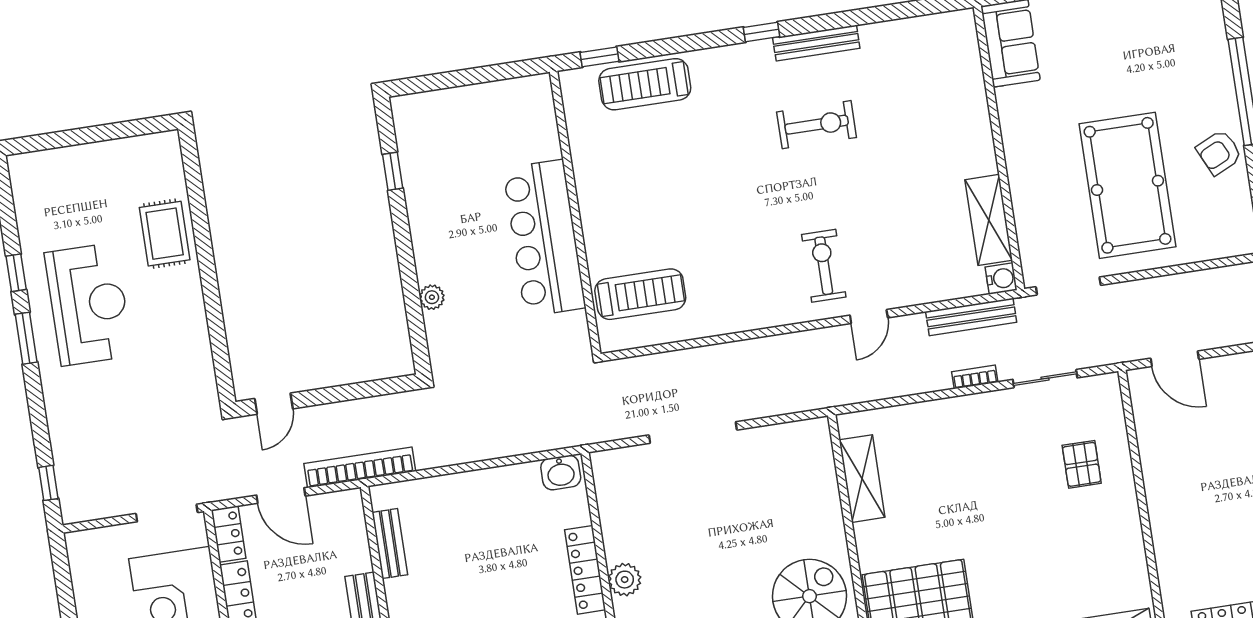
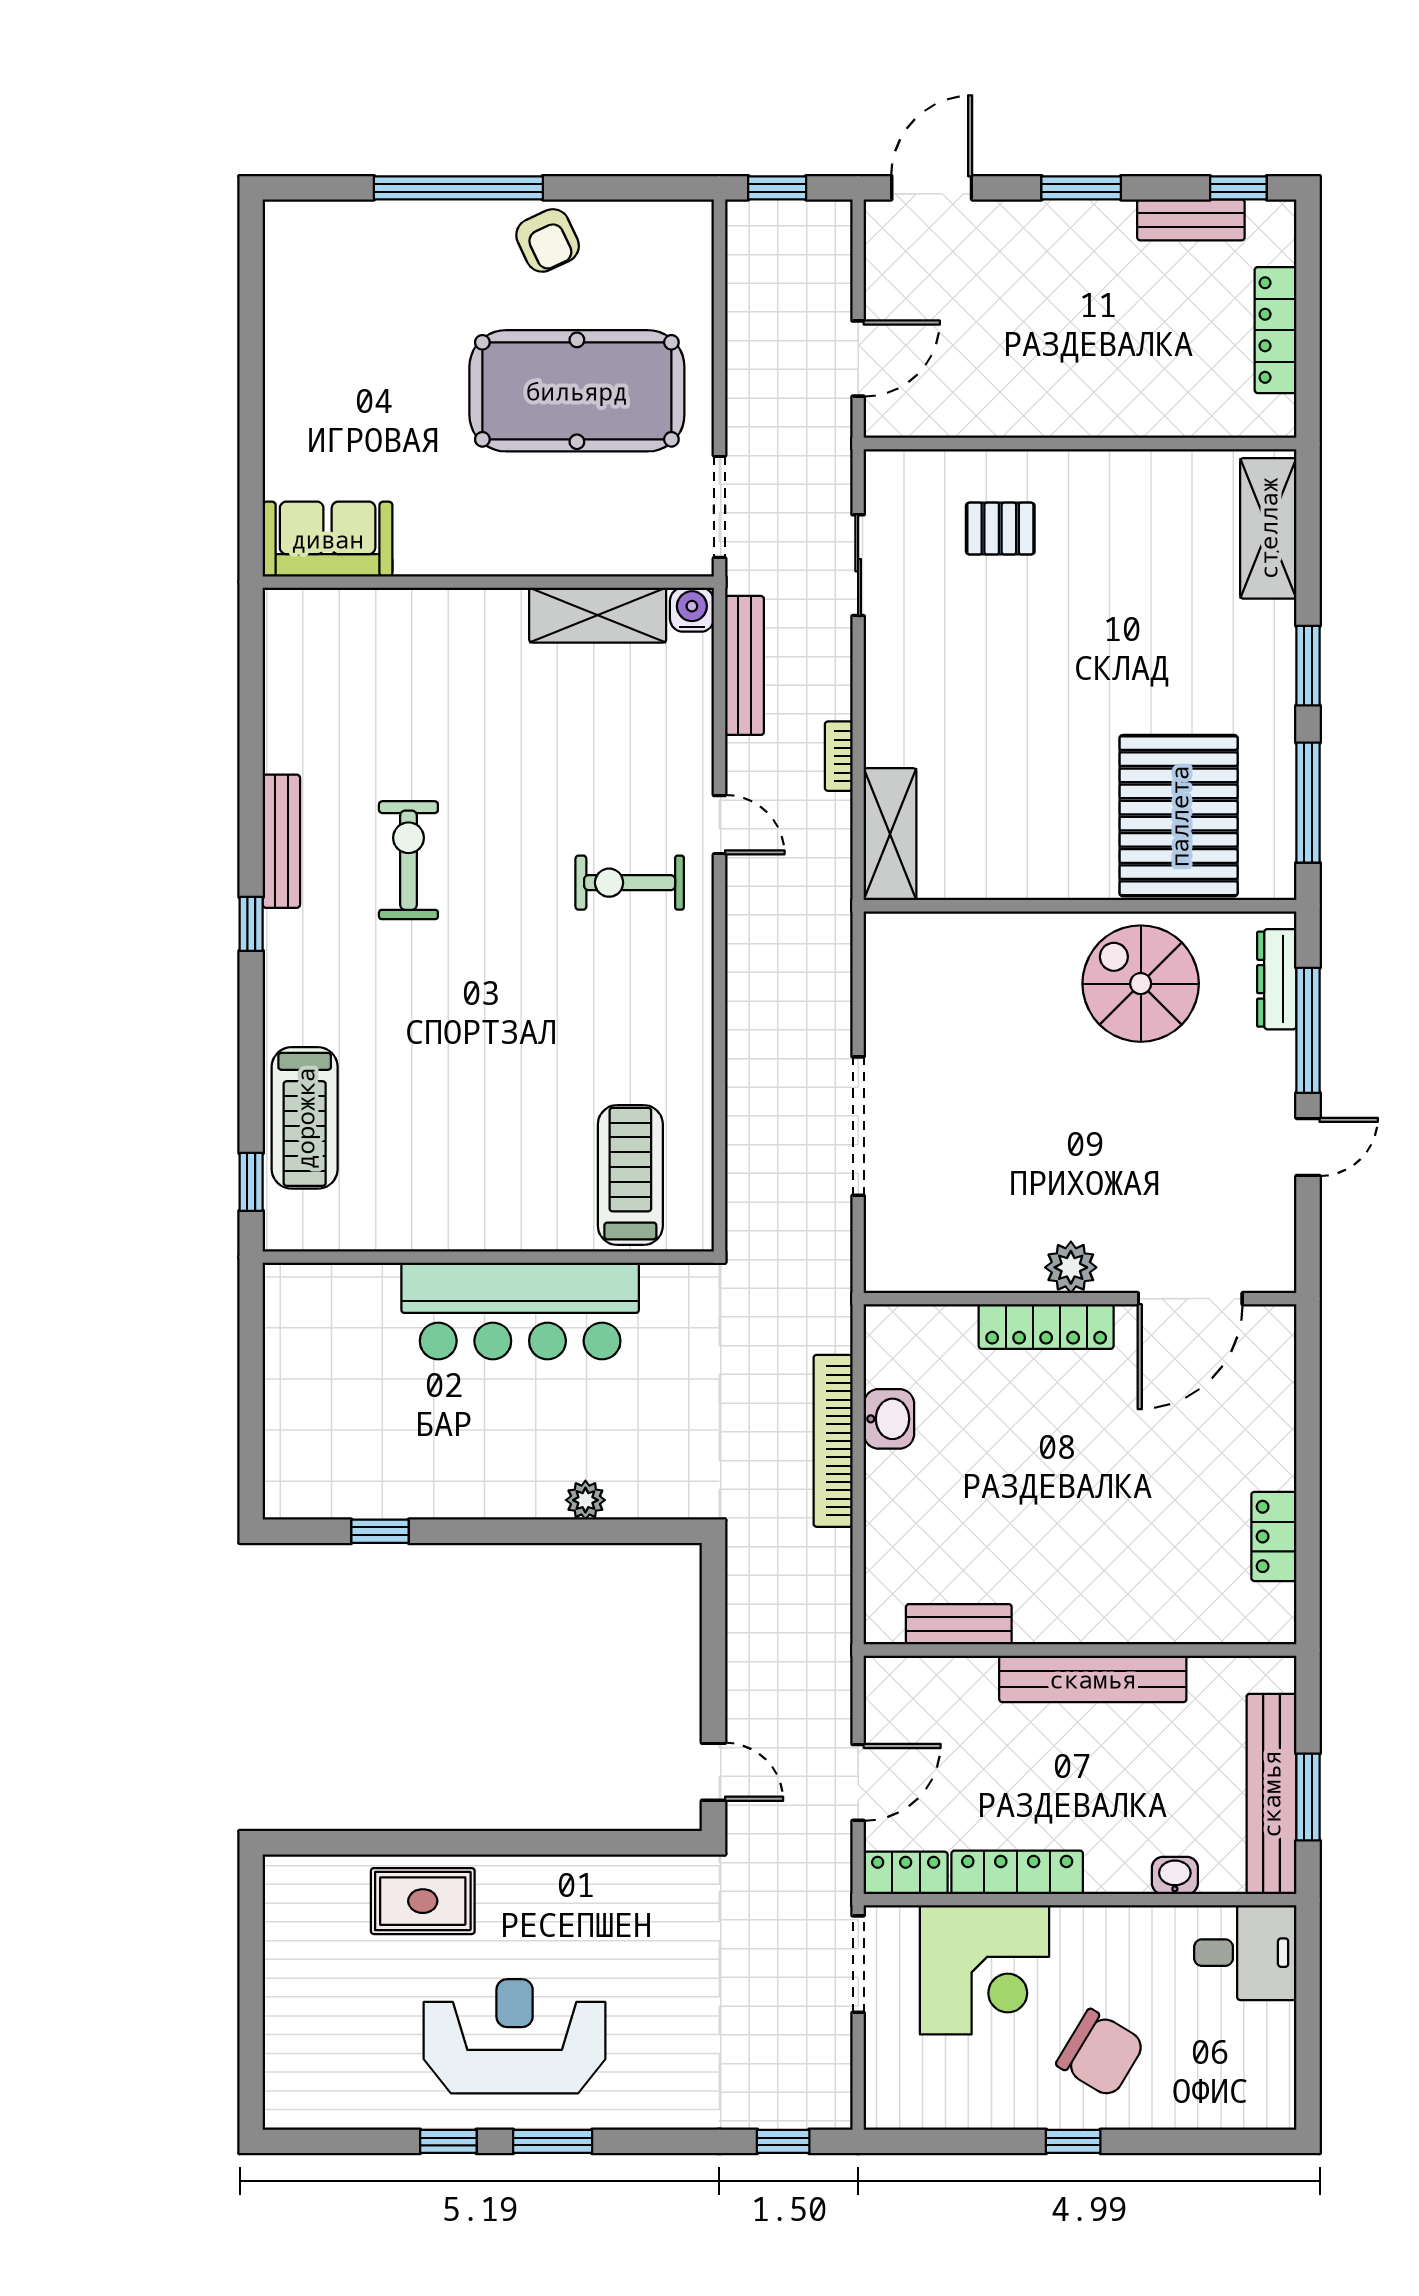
bookcase: (975, 377) -> (839, 756), moved
bookcase: (360, 467) -> (833, 1441), moved
washbasin: (561, 473) -> (889, 1419), moved
shelving: (862, 479) -> (890, 834), moved, turned 90

